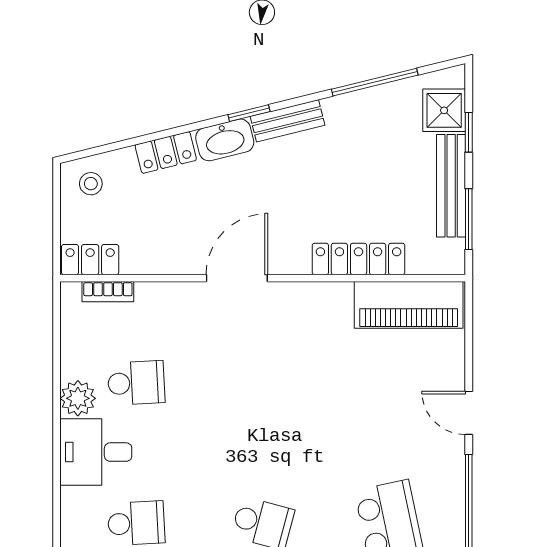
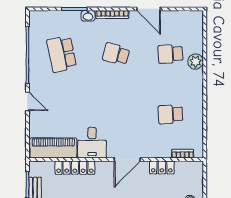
locker: (90, 260) -> (162, 167), moved
plant: (78, 398) -> (196, 61), moved
desk: (96, 452) -> (92, 143), moved, turned 90

